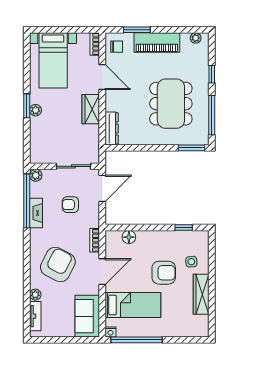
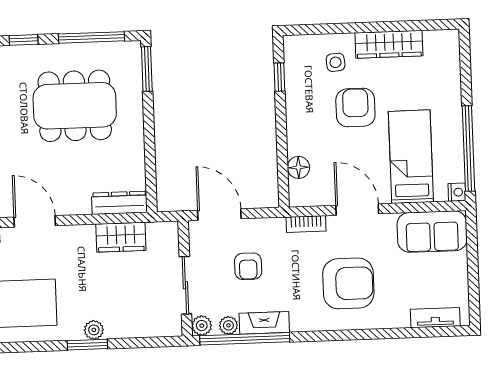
door: (102, 77) -> (35, 221), hinge flipped
wardrobe: (91, 109) -> (121, 237), moved
sliding door: (73, 166) -> (185, 285), moved
armchair: (58, 265) -> (348, 283), turned 153
plant: (35, 295) -> (228, 325), moved

